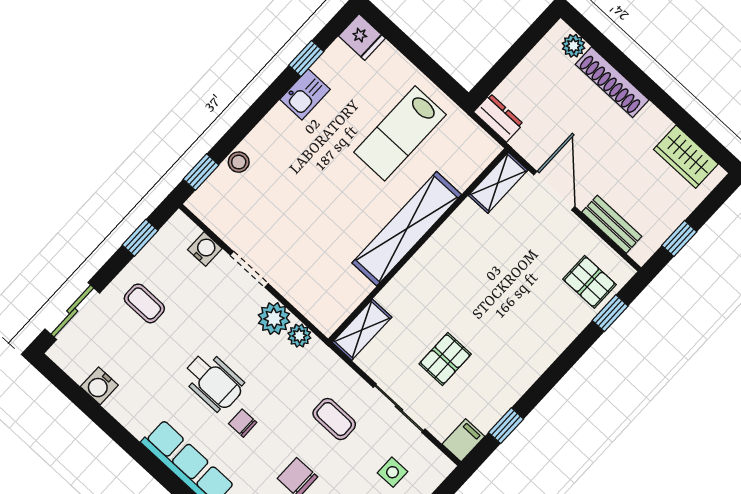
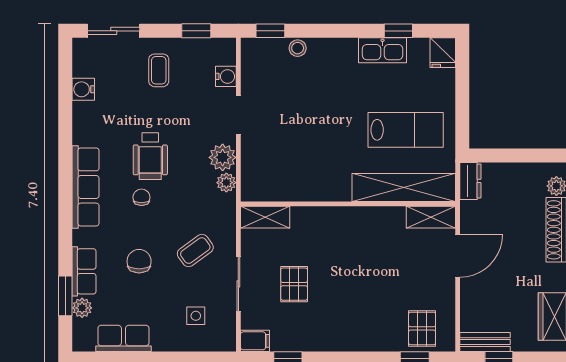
kitchen sink: (305, 94) -> (383, 50), width x1.38
lab bench: (400, 133) -> (406, 130), turned 180
bench: (612, 224) -> (485, 342), moved, turned 90
shelving: (407, 229) -> (404, 188), moved
pallet: (445, 359) -> (294, 284), turned 90
coffee table: (334, 419) -> (195, 251), turned 54

